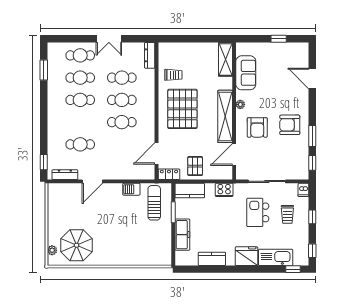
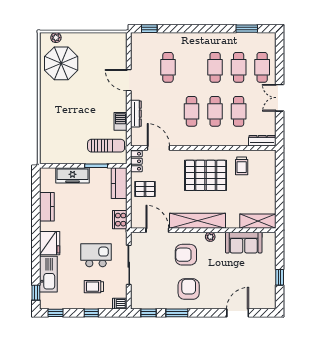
dresser: (65, 175) -> (136, 114), moved

